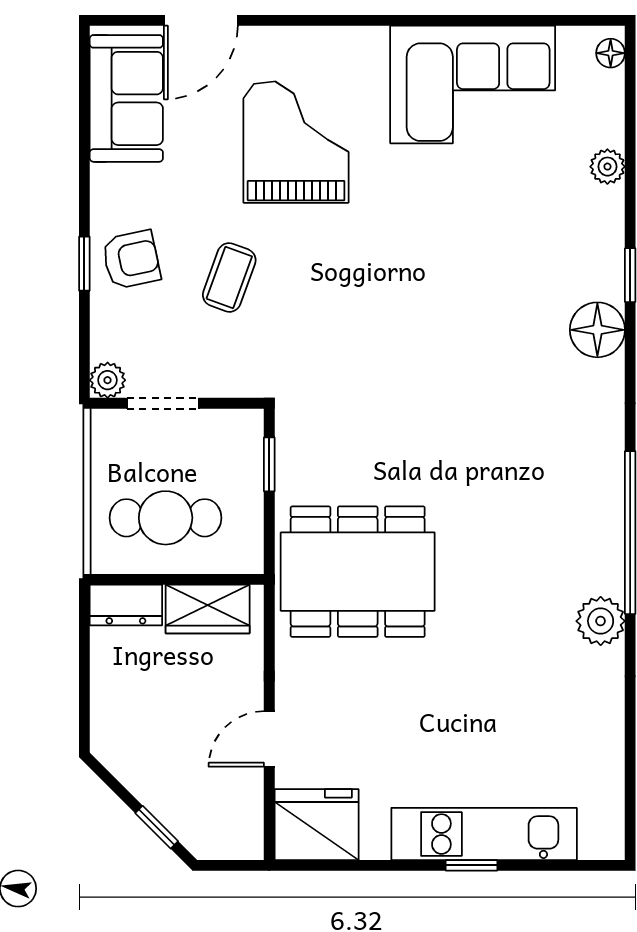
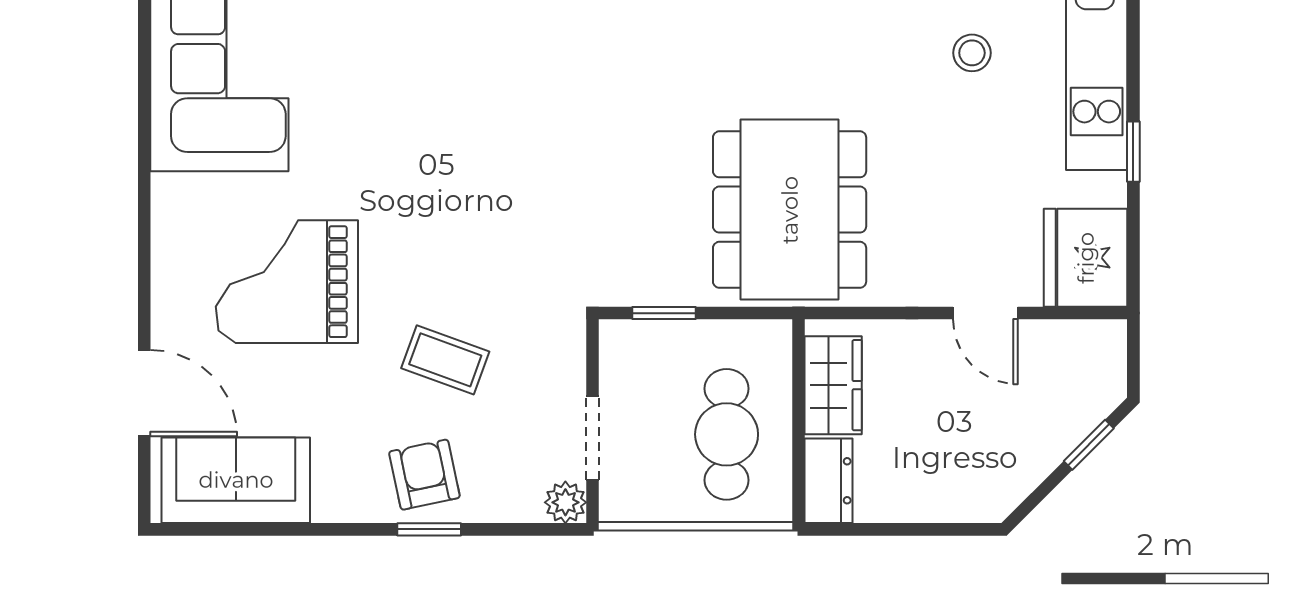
stool: (492, 727) -> (972, 53), added
window: (471, 865) -> (1133, 152), moved

